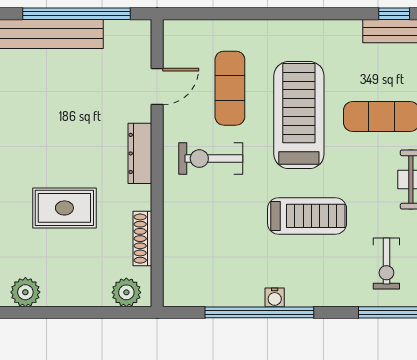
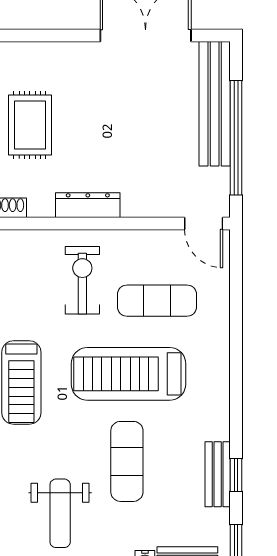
door: (157, 86) -> (204, 223), moved
treadmill: (299, 115) -> (129, 374), turned 180

